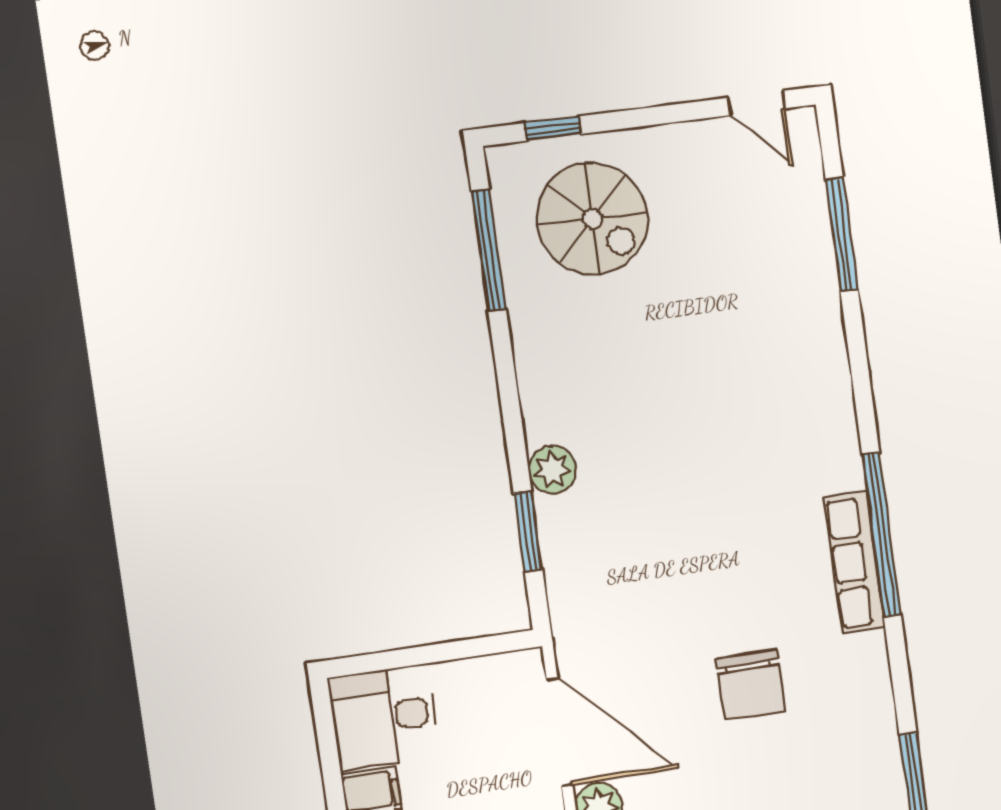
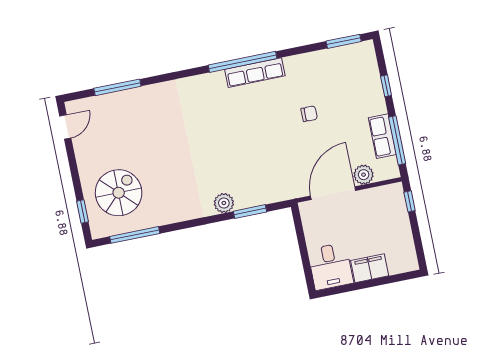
chair: (751, 685) -> (309, 114), width x0.54, depth x0.54

